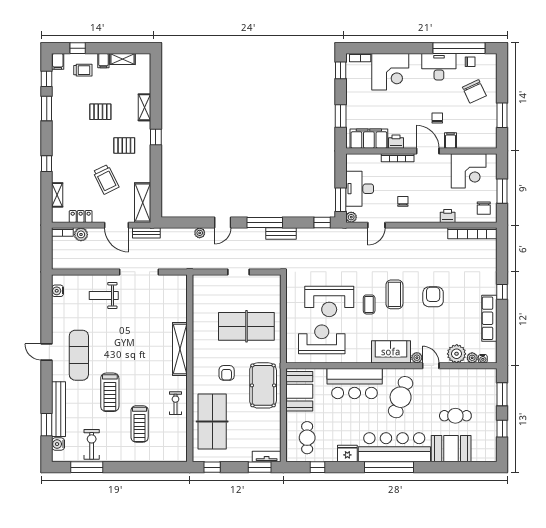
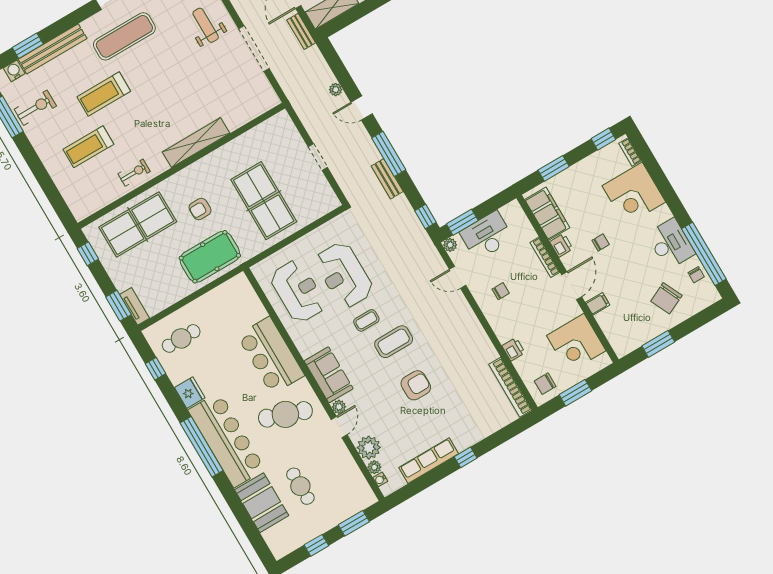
chair: (437, 118) -> (601, 242), moved
booth: (299, 391) -> (227, 300), removed

